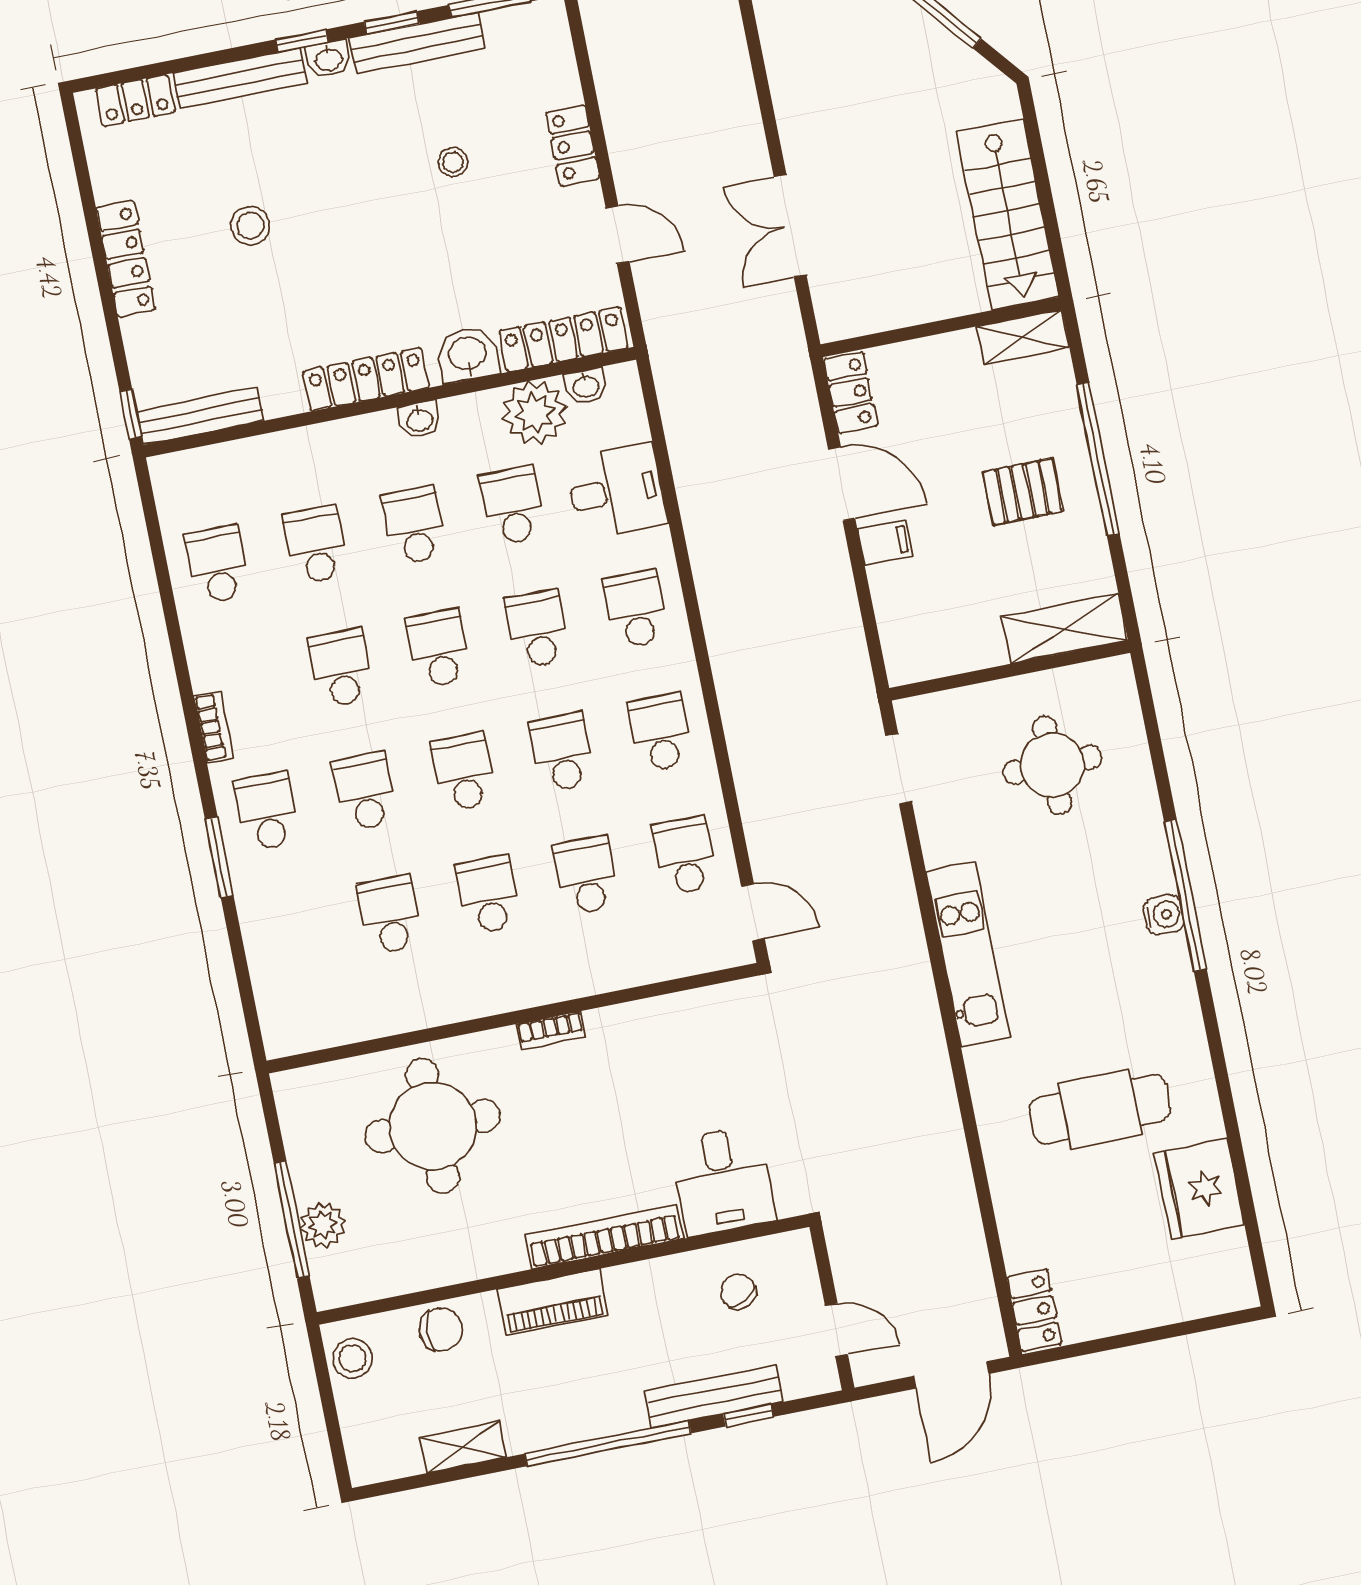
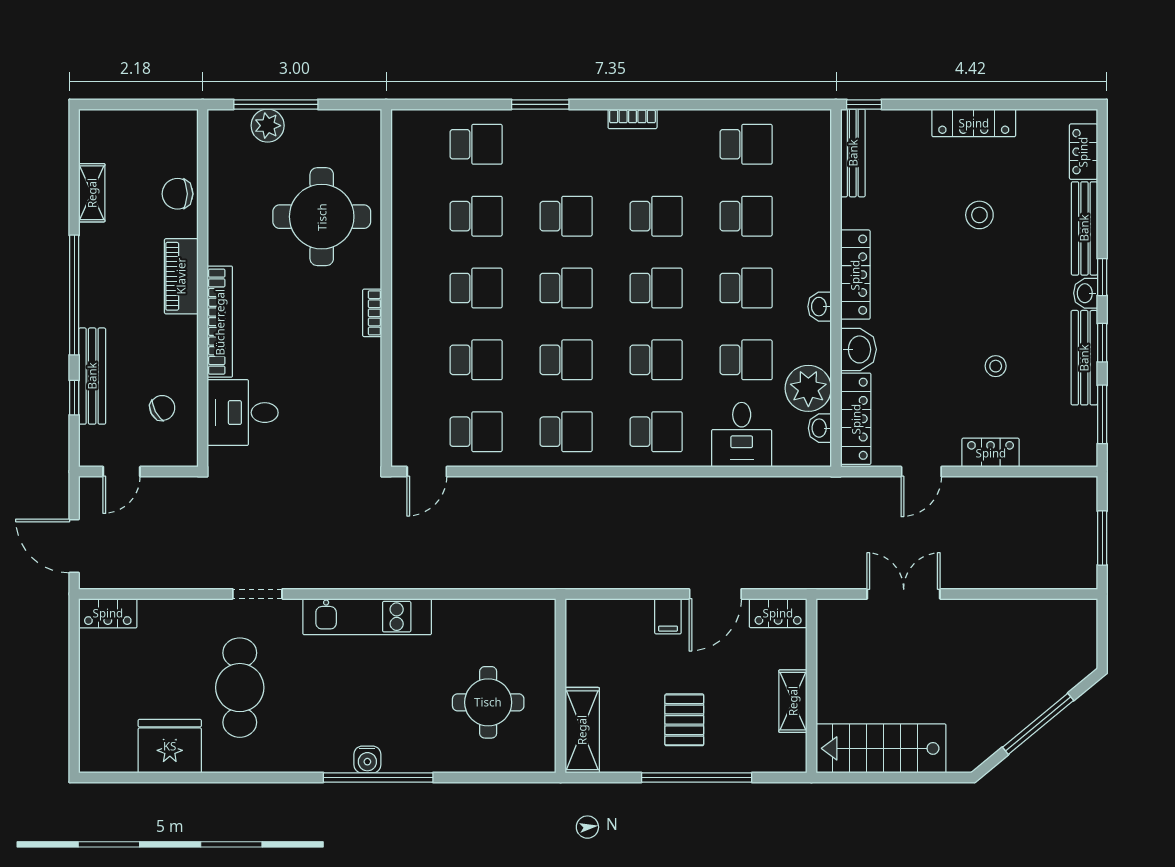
shelving: (1023, 337) -> (793, 701), moved
doorway: (899, 769) -> (257, 594), moved
school desk: (267, 811) -> (476, 144), moved
chair: (441, 1330) -> (178, 194), turned 87
stool: (353, 1358) -> (170, 128), removed

